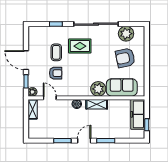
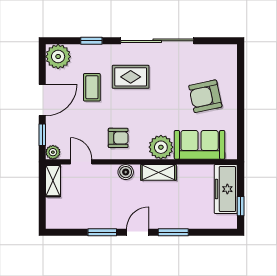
plant: (126, 34) -> (58, 57), moved
door: (26, 60) -> (42, 100), swing flipped
armchair: (56, 73) -> (118, 138), moved

